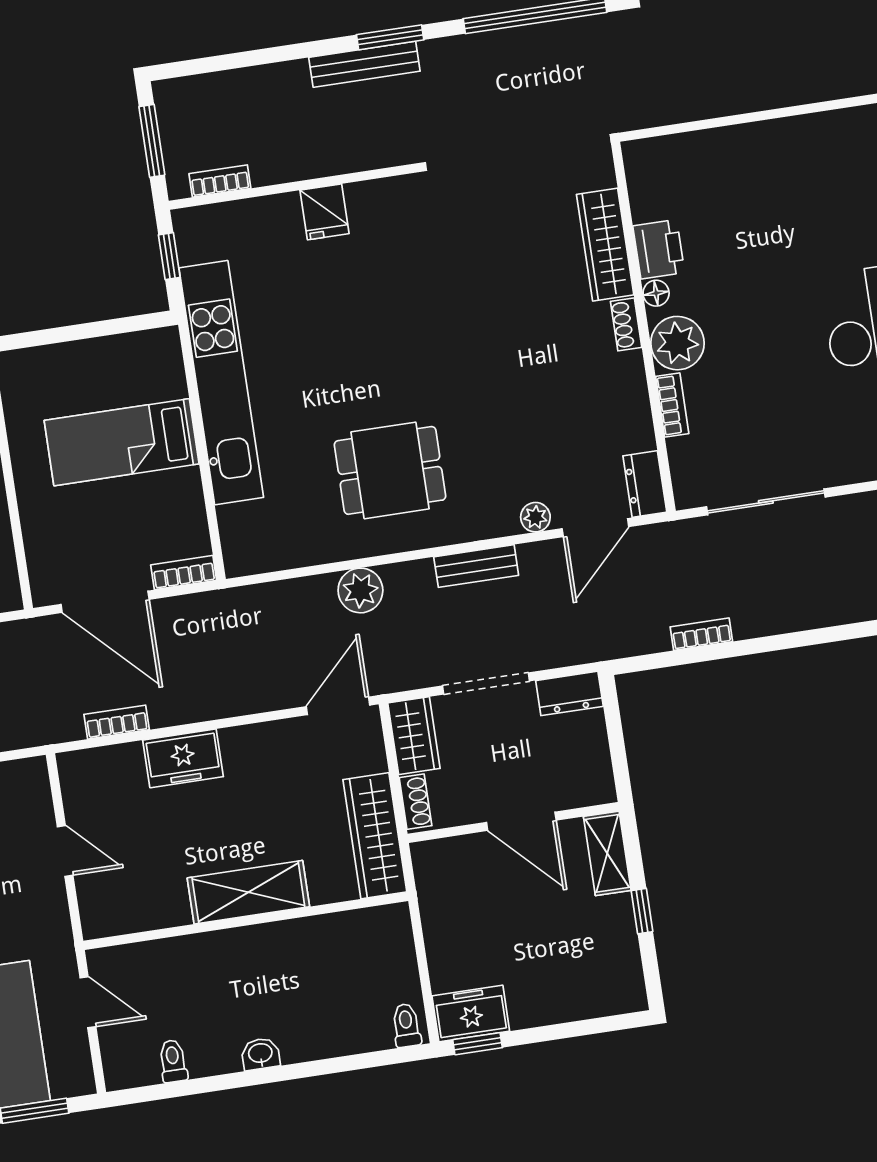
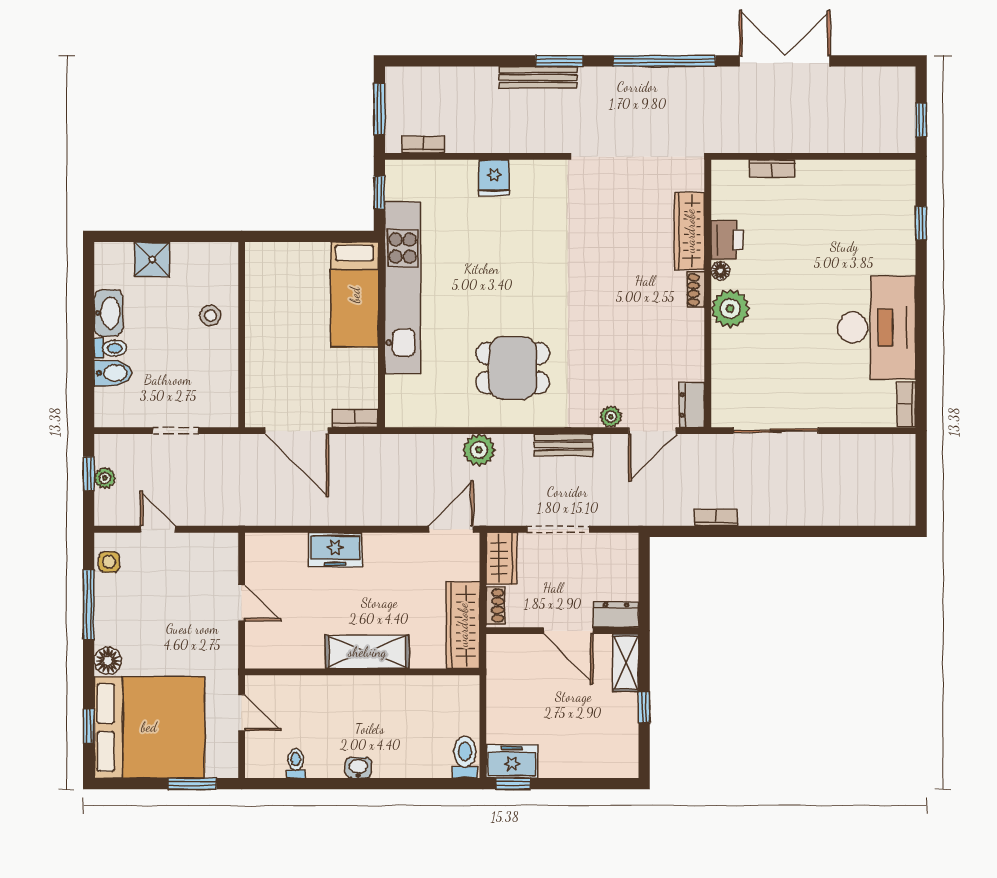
bookcase: (672, 405) -> (772, 168), moved, turned 90
bed: (122, 442) -> (355, 295), moved, turned -90
dresser: (569, 693) -> (616, 615), moved, turned 180
bookcase: (117, 722) -> (292, 517), removed
toilet: (406, 1025) -> (465, 757), width x1.37, depth x1.39

